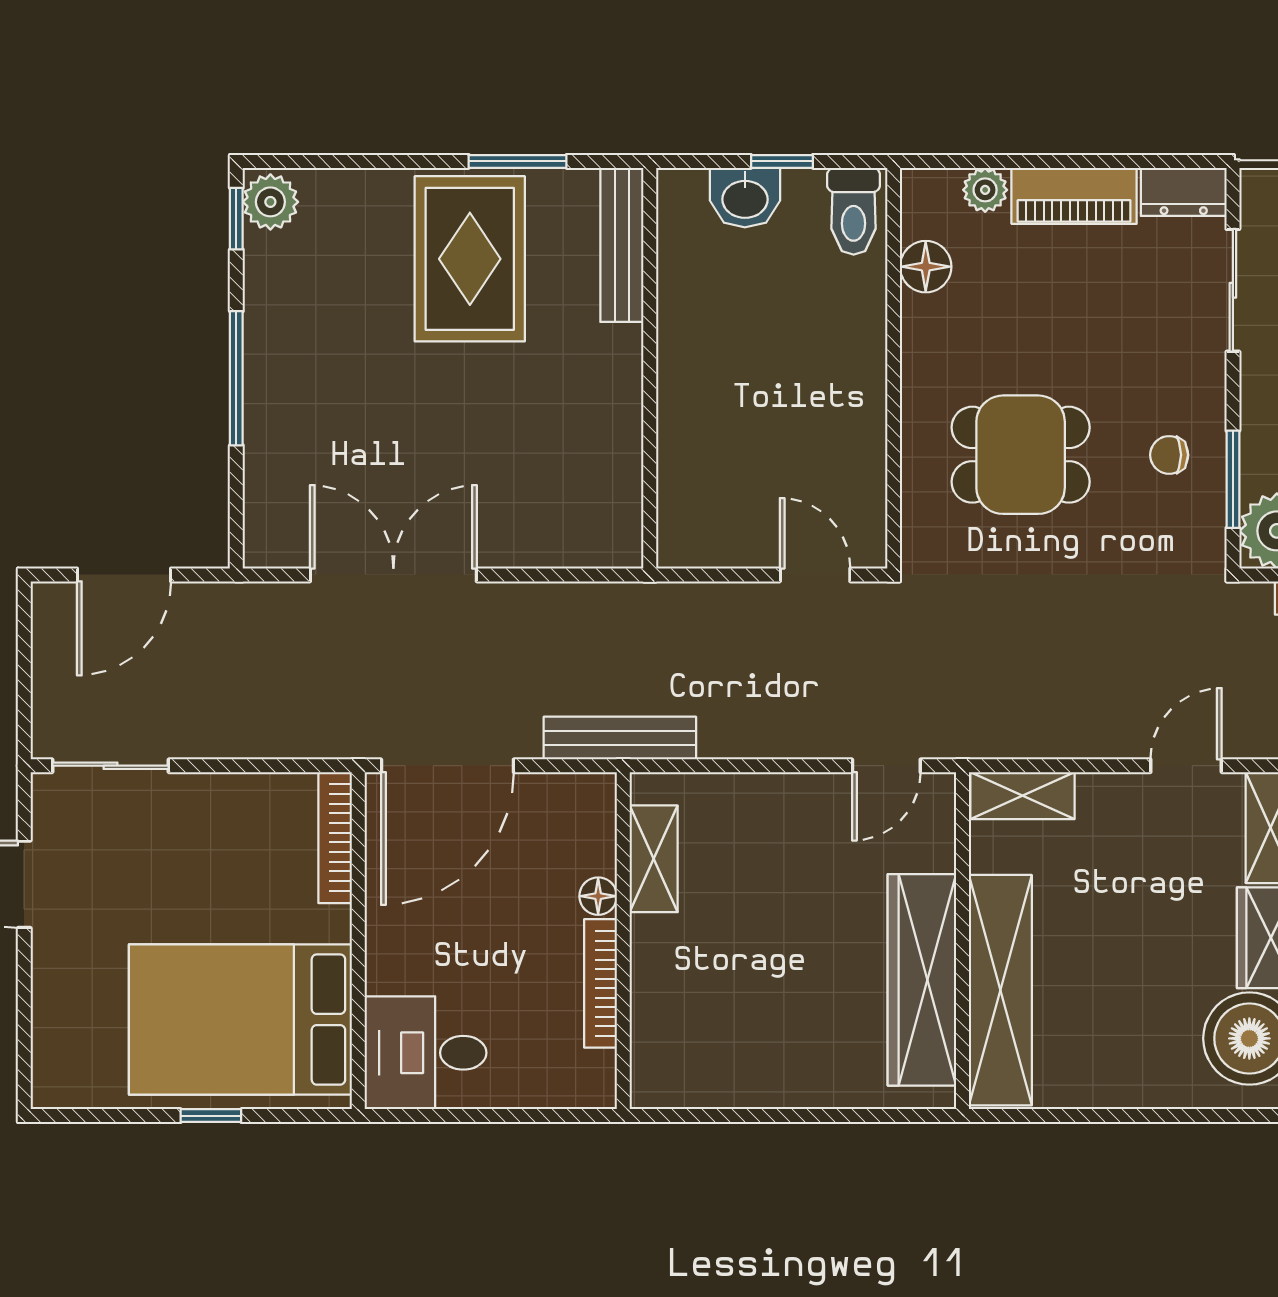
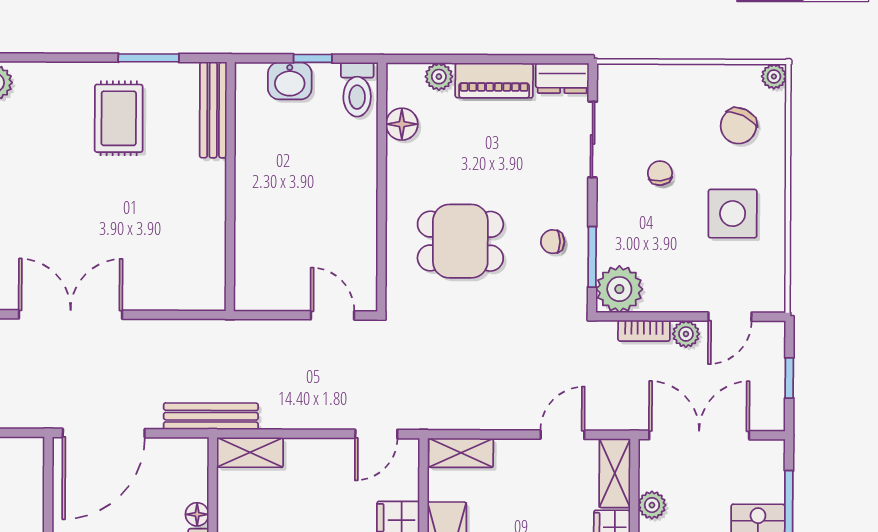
rug: (470, 259) -> (119, 118), width x0.73, depth x0.70
bookcase: (335, 838) -> (34, 477), removed
shelving: (654, 859) -> (250, 452), moved, turned 90

